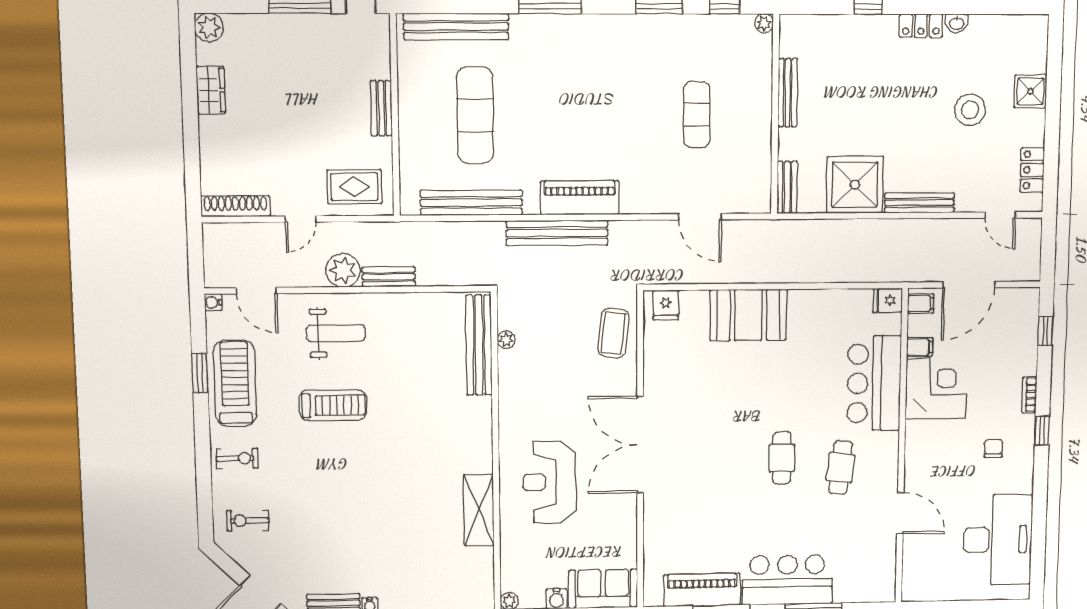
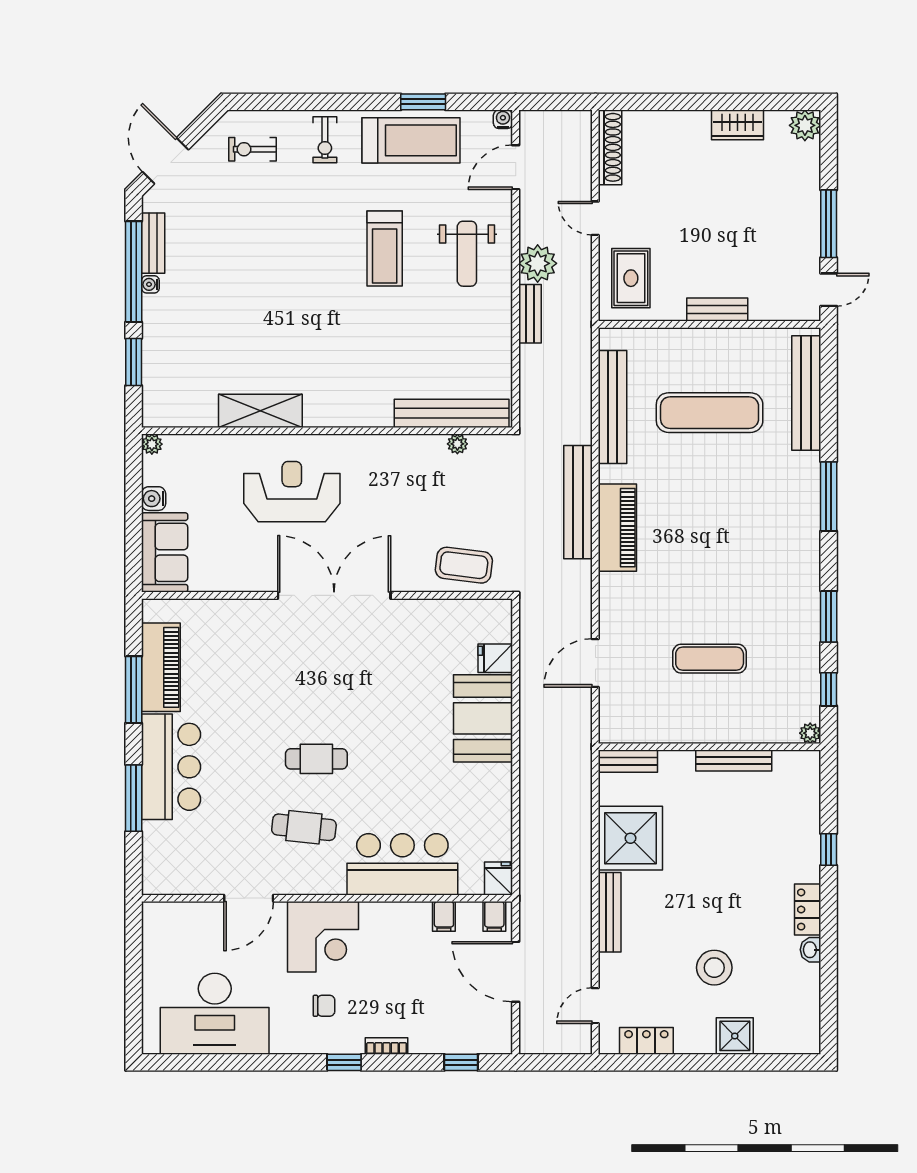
fridge: (666, 305) -> (495, 658), moved
corner desk: (936, 389) -> (323, 937), moved
exercise bike: (248, 521) -> (252, 149), turned -90

